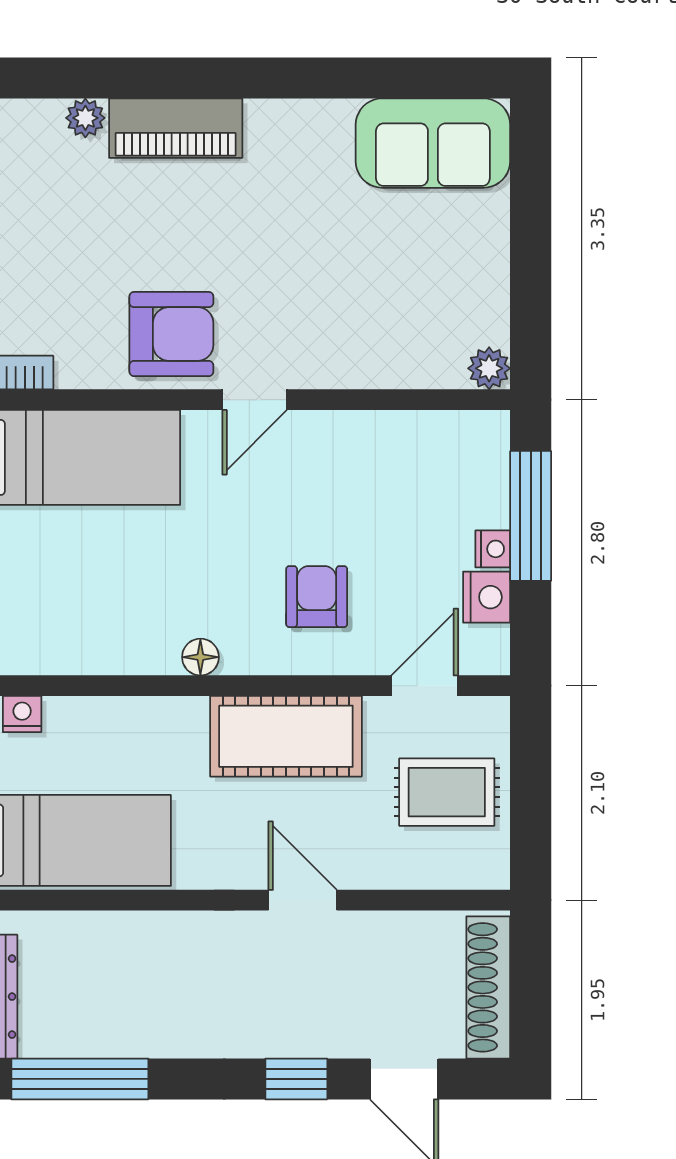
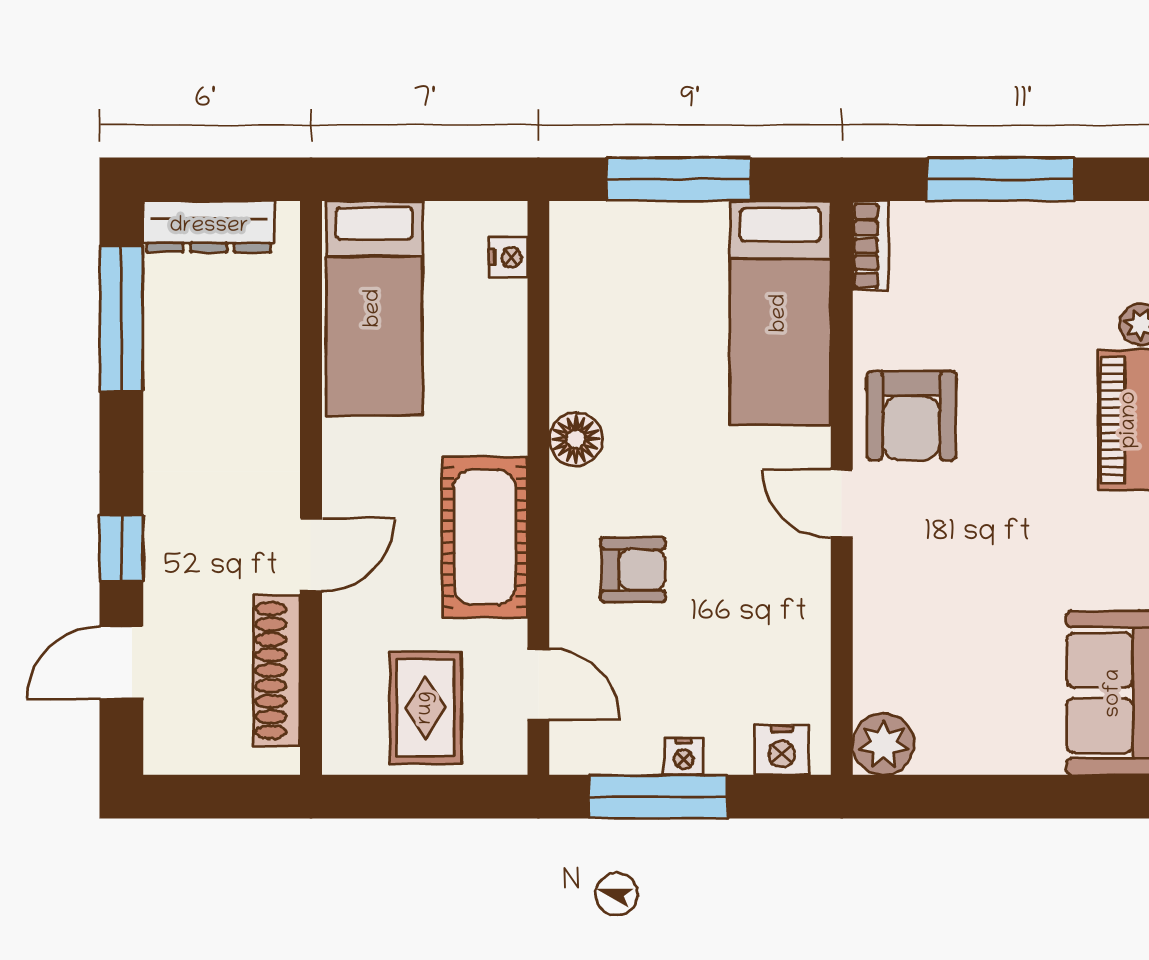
plant: (489, 368) -> (883, 744), width x1.38, depth x1.38
window: (531, 516) -> (658, 797), moved
nightstand: (487, 597) -> (782, 750), moved
floor lamp: (200, 657) -> (576, 439), width x1.37, depth x1.37
shoe rack: (488, 987) -> (277, 670), moved, turned -90

